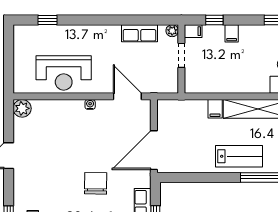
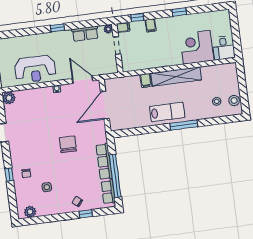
window: (48, 20) -> (57, 28), moved
door: (154, 150) -> (105, 105), moved

